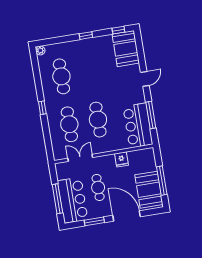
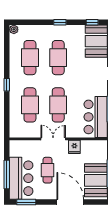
cafe table: (90, 72) -> (58, 58), added
double door: (80, 158) -> (53, 139), moved
window: (94, 221) -> (26, 202), moved

